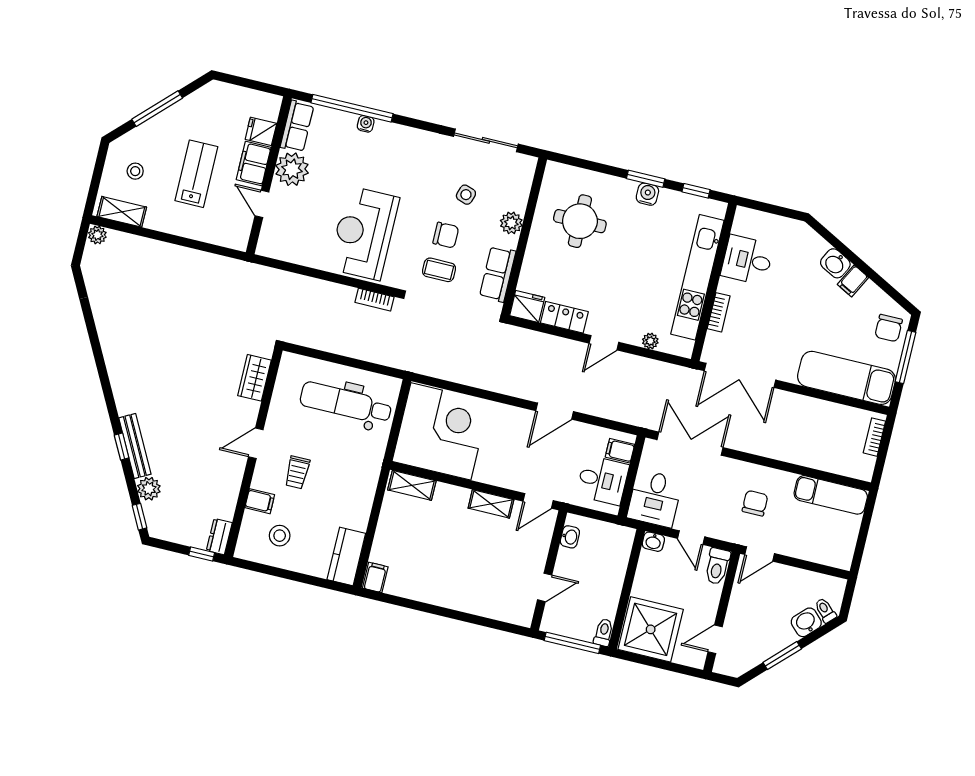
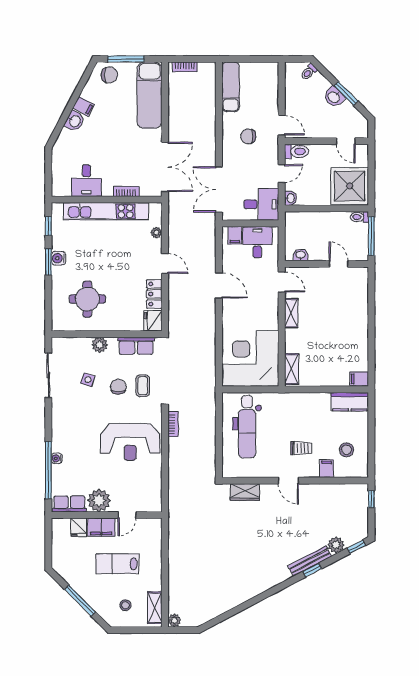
dresser: (219, 537) -> (357, 490), removed
washbasin: (806, 622) -> (334, 97), moved

